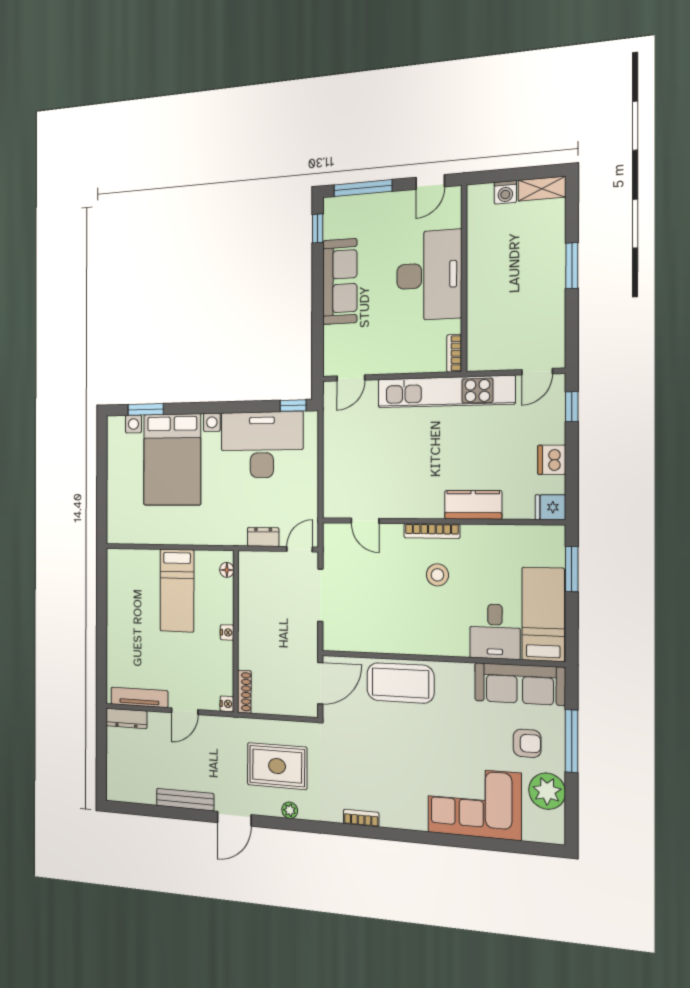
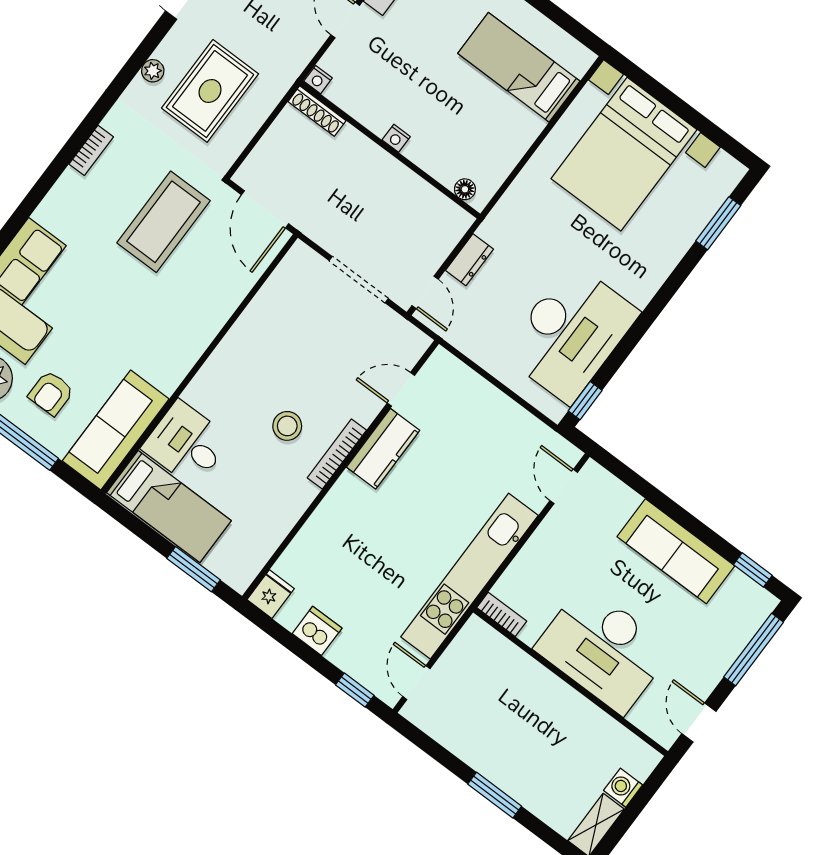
bed with nightstands: (172, 460) -> (624, 154), moved, turned -90
kitchen counter: (473, 505) -> (383, 449), moved
bed: (177, 590) -> (519, 67), moved
coffee table: (400, 683) -> (164, 222), moved

